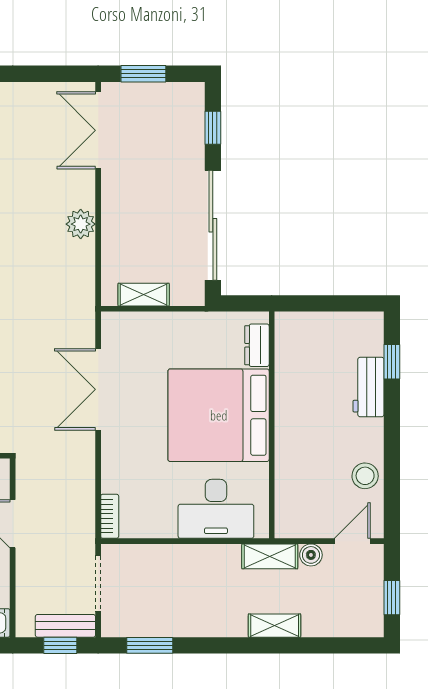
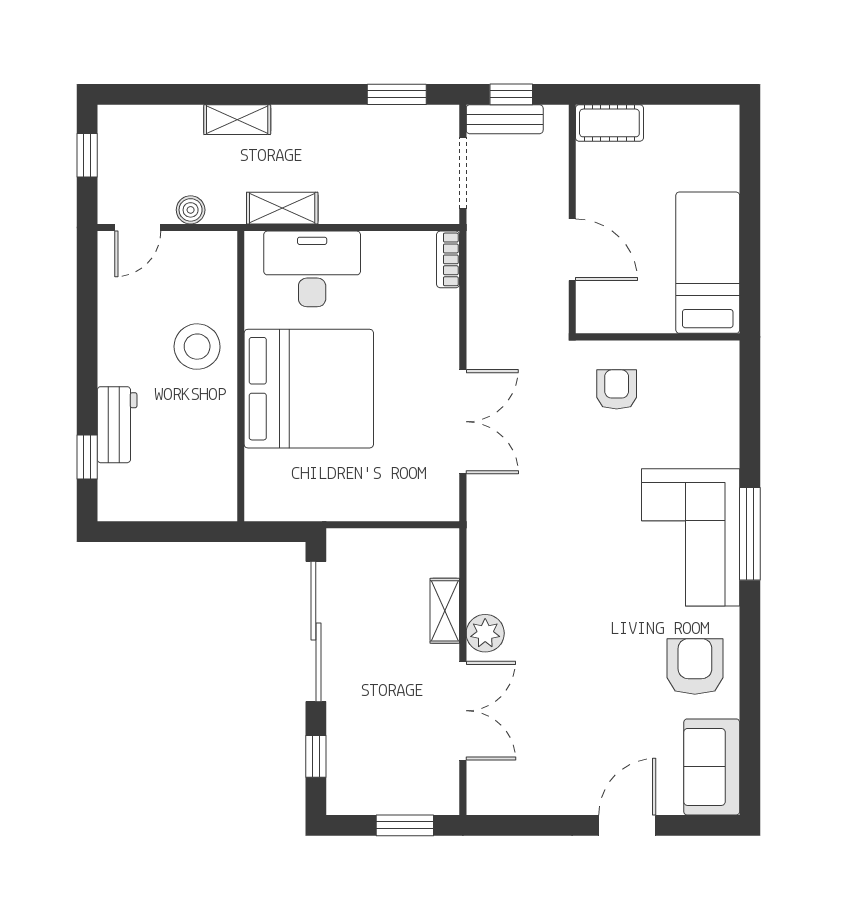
double door: (98, 130) -> (463, 711), moved
shelving: (144, 295) -> (445, 611), moved, turned 90
dresser: (257, 345) -> (260, 478), removed
stool: (365, 476) -> (197, 347), moved, width x1.38, depth x1.38
shelving: (270, 556) -> (282, 208), moved

